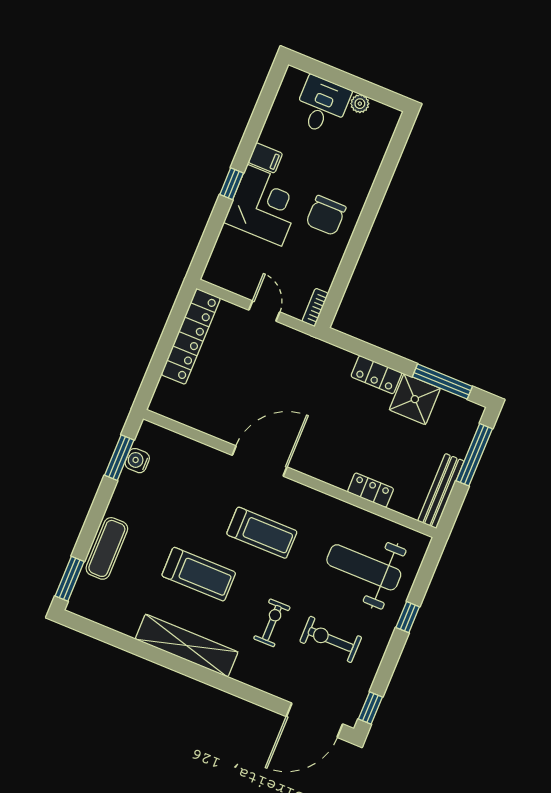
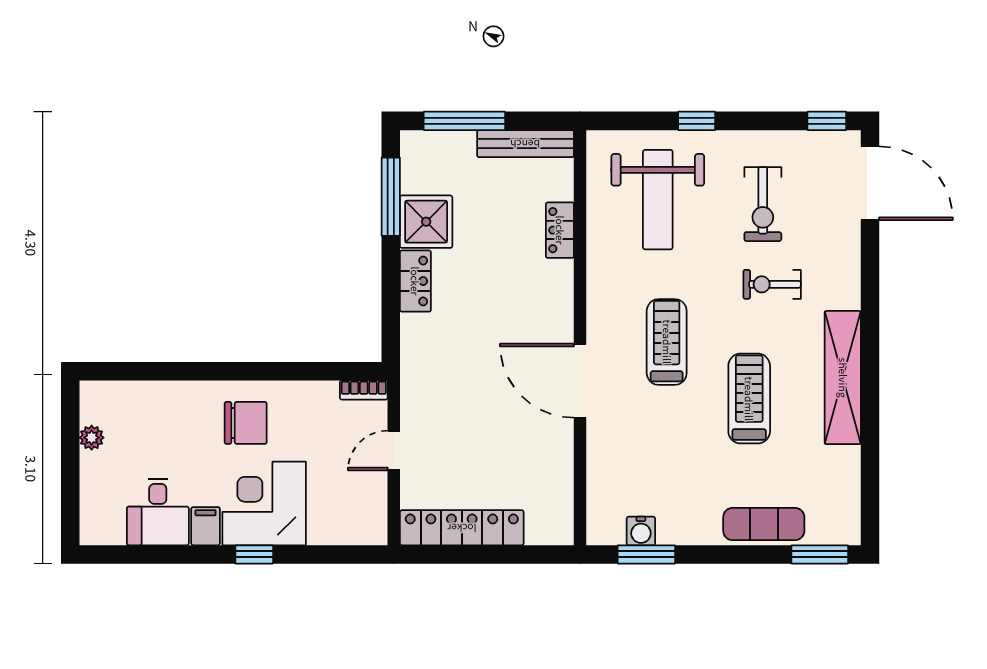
desk: (322, 105) -> (158, 512), moved, turned -90

